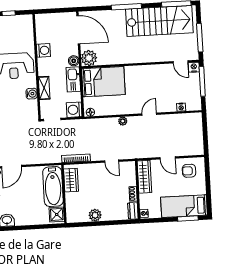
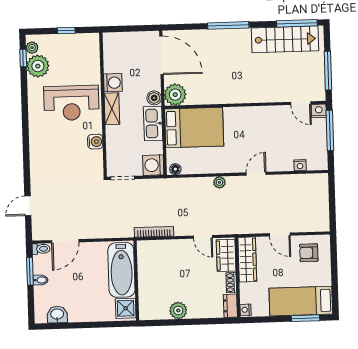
stairs: (159, 21) -> (285, 39), width x0.73, depth x0.66
shelving: (44, 88) -> (112, 109), moved
wardrobe: (71, 180) -> (226, 255), moved, turned 180

